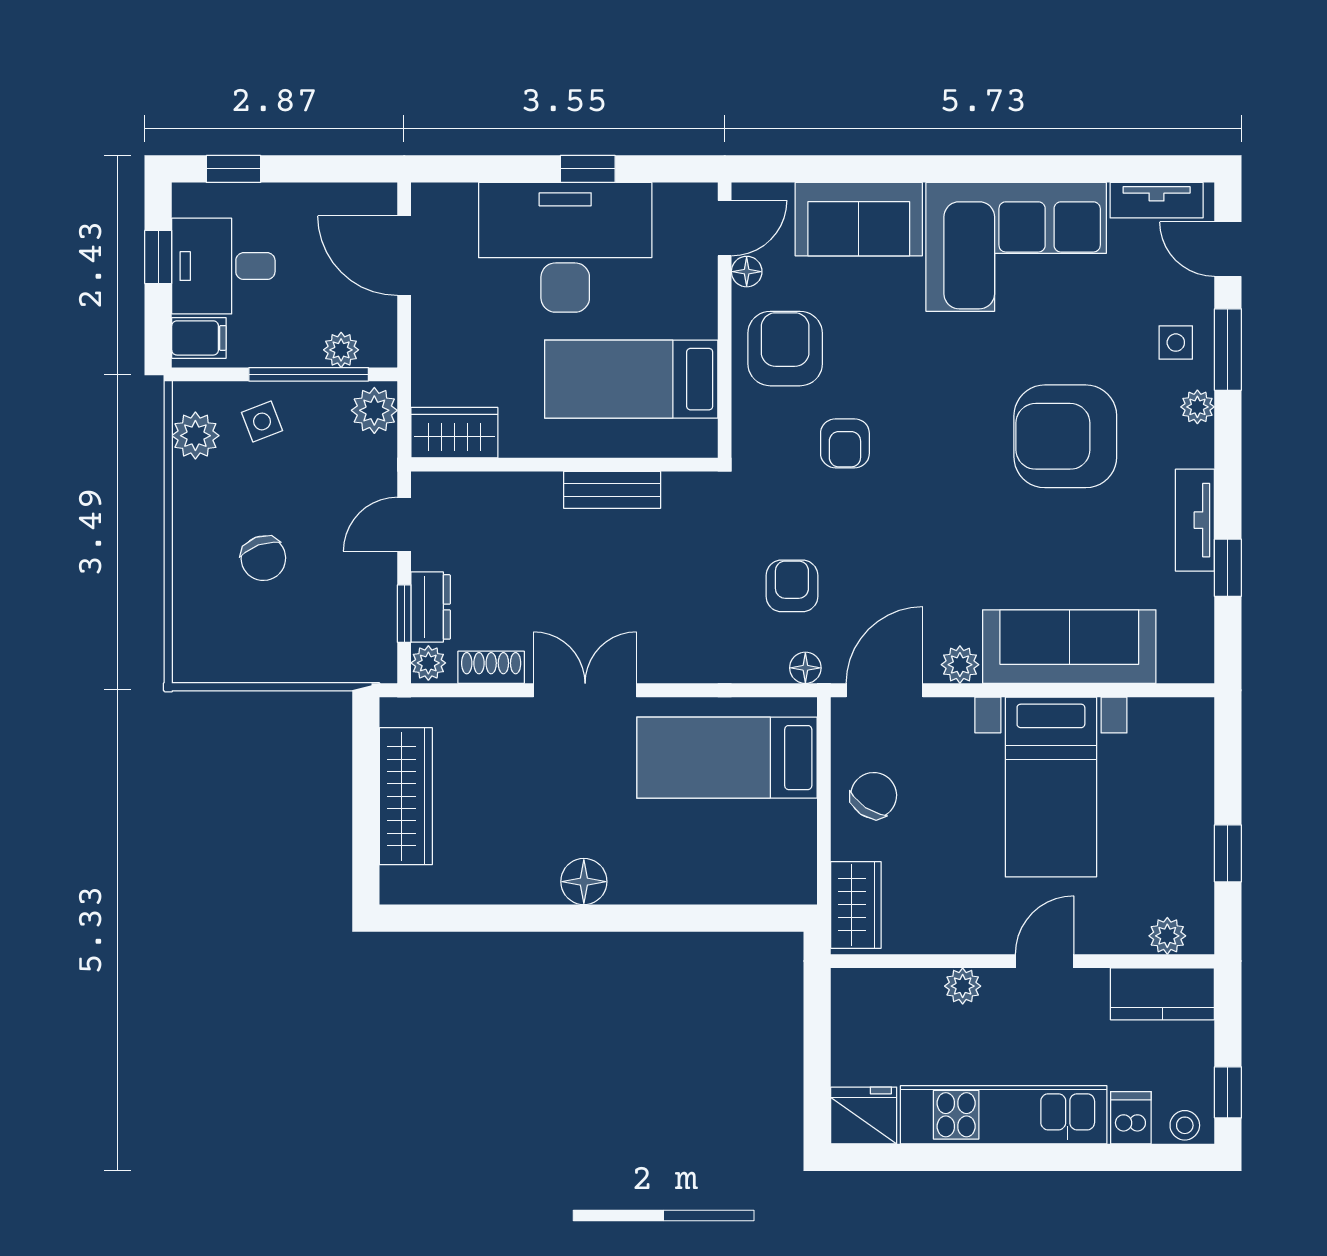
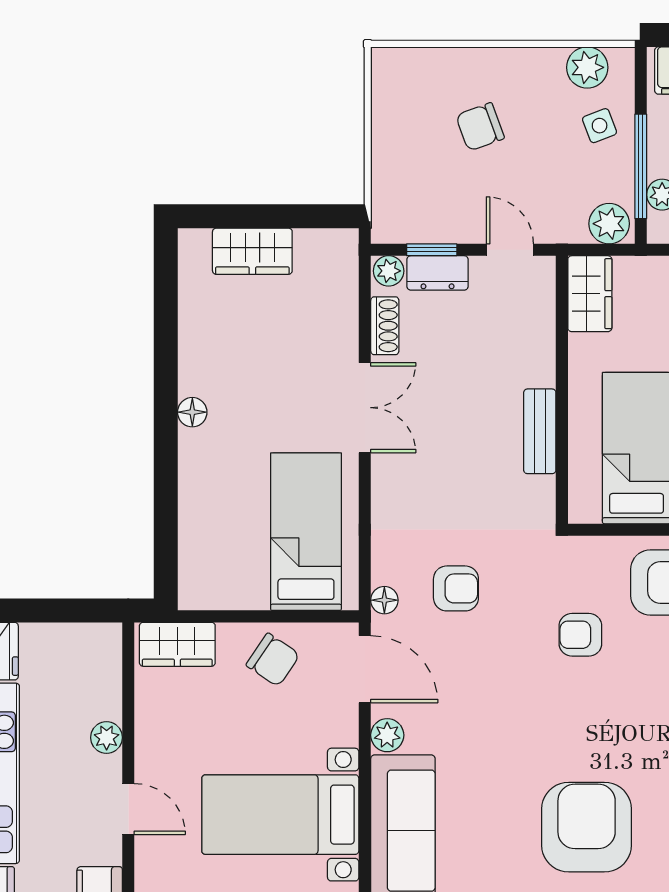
wardrobe: (406, 796) -> (252, 251), width x0.67
floor lamp: (584, 882) -> (192, 412), width x0.73, depth x0.73

